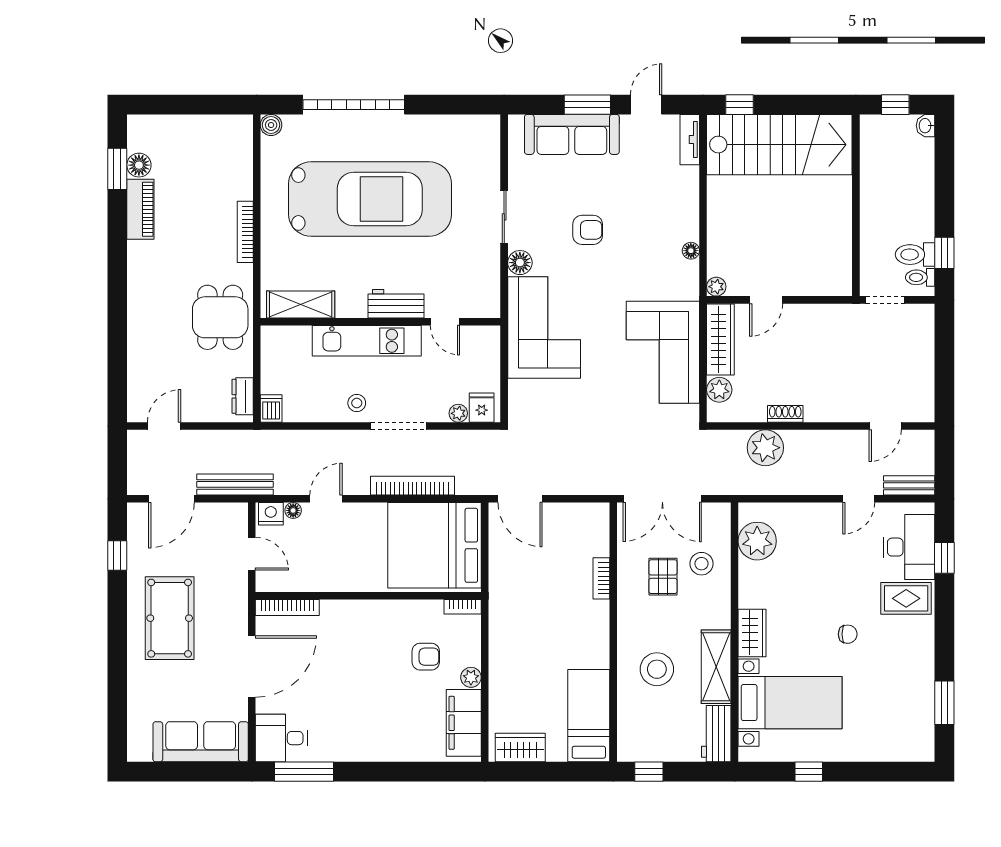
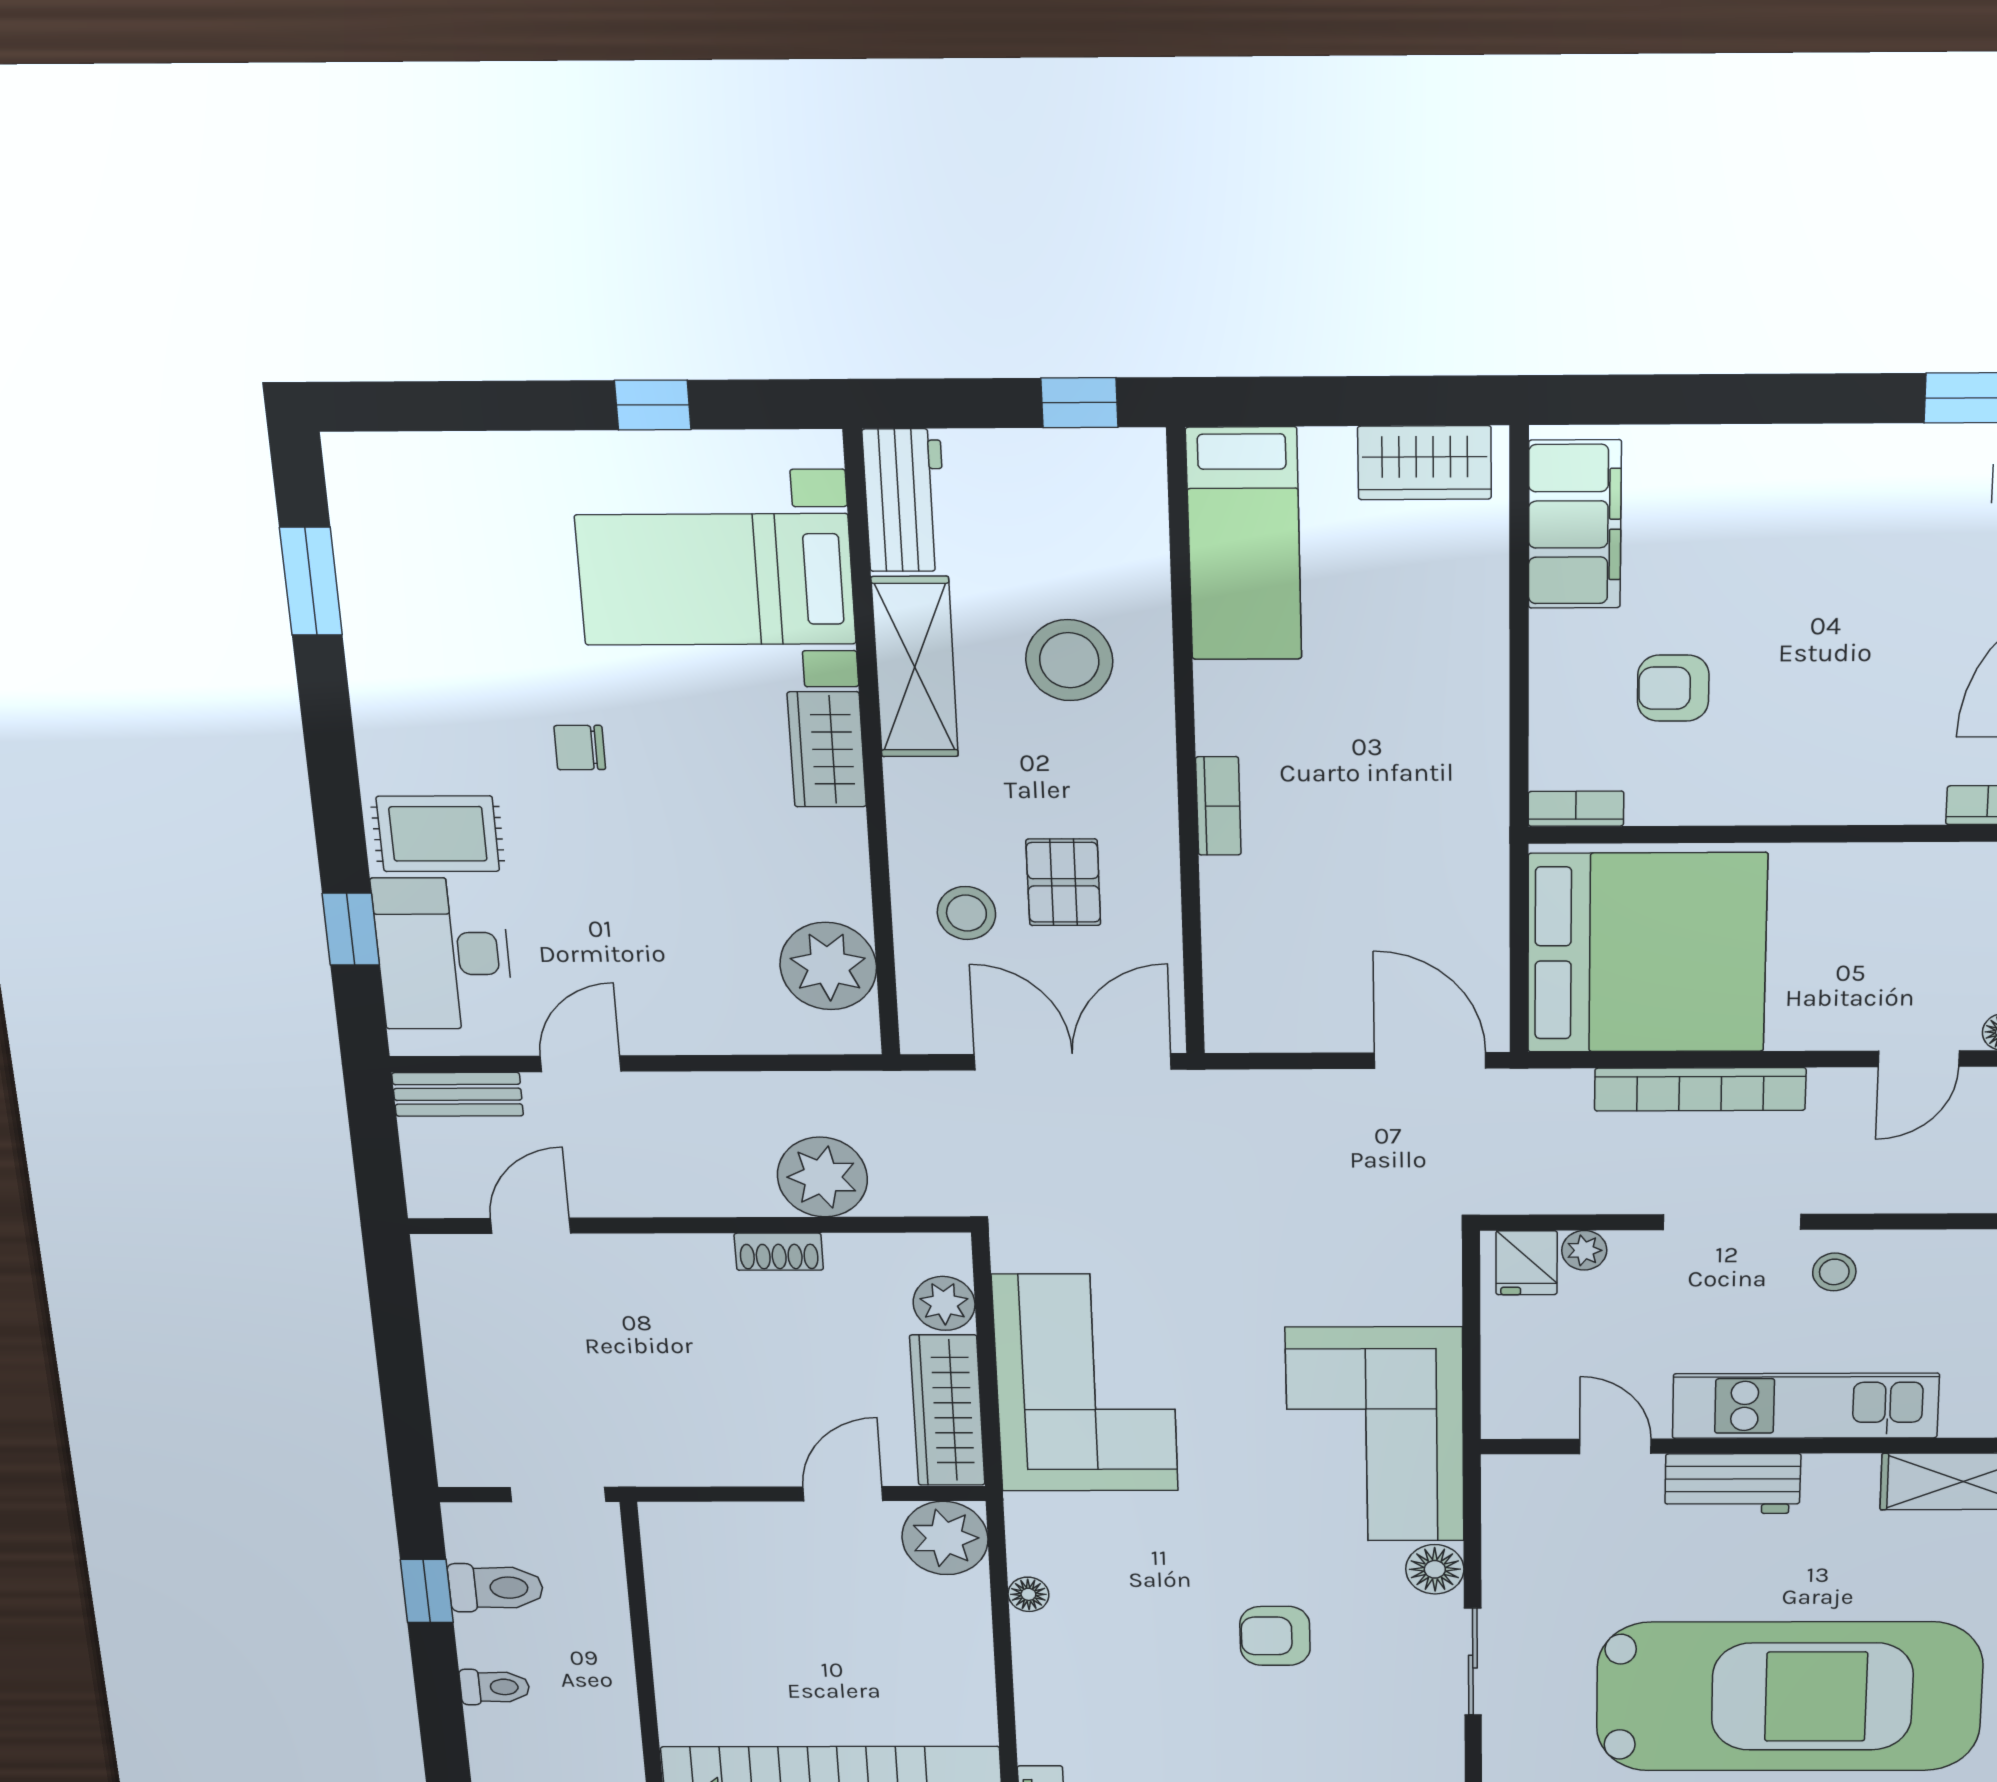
car: (370, 199) -> (1789, 1697), turned 180
toilet: (920, 277) -> (495, 1687), moved
plant: (716, 287) -> (945, 1538), width x1.87, depth x1.87
bookcase: (601, 578) -> (1218, 806), moved
plant: (471, 677) -> (1555, 638), removed

